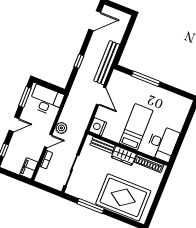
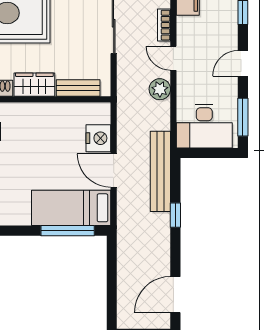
bench: (107, 63) -> (160, 171), moved
window: (146, 79) -> (68, 231), moved
nightstand: (98, 127) -> (98, 138), moved
bed: (136, 127) -> (71, 208), moved, turned 90
door: (48, 141) -> (173, 58), hinge flipped

